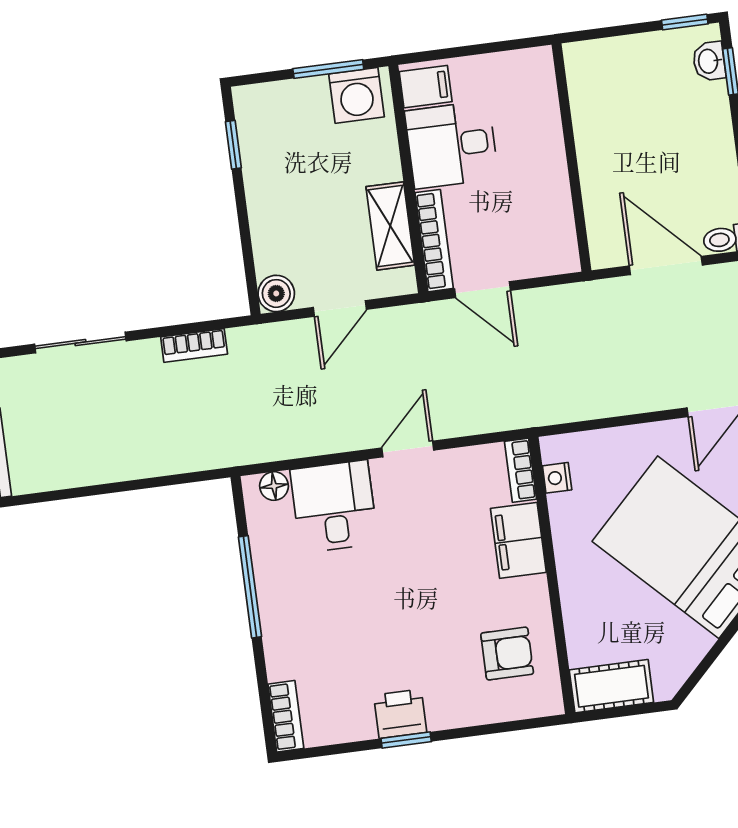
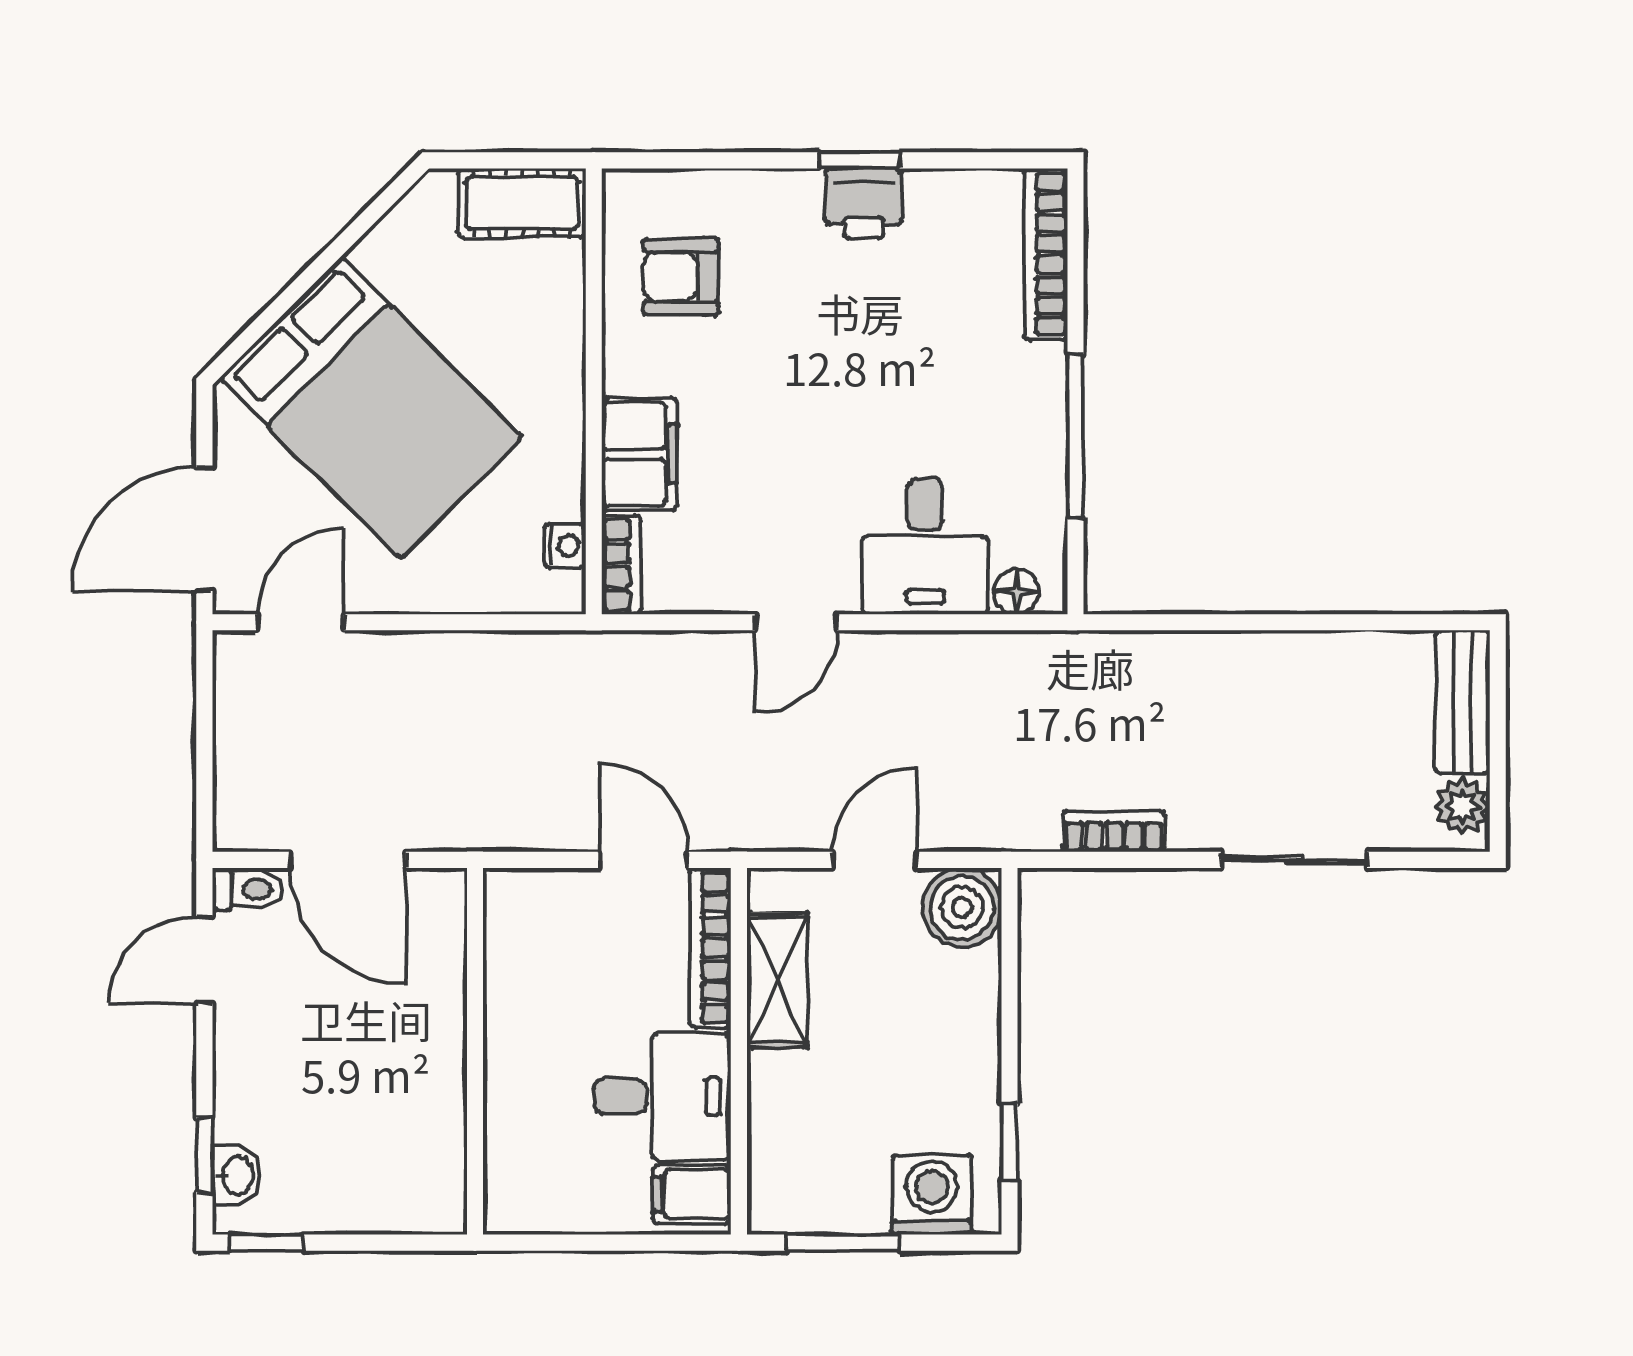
washing machine: (356, 95) -> (932, 1195), moved
boiler: (276, 293) -> (962, 908), width x1.36, depth x1.36
bookcase: (286, 716) -> (1046, 254), width x1.56

